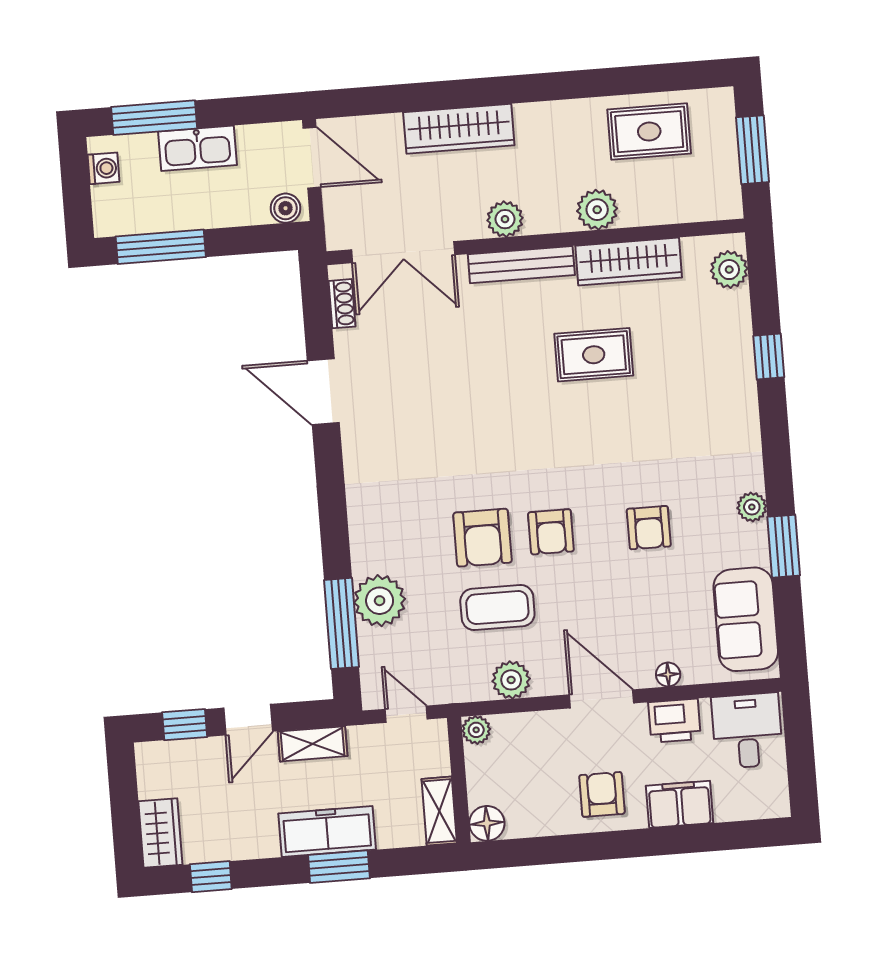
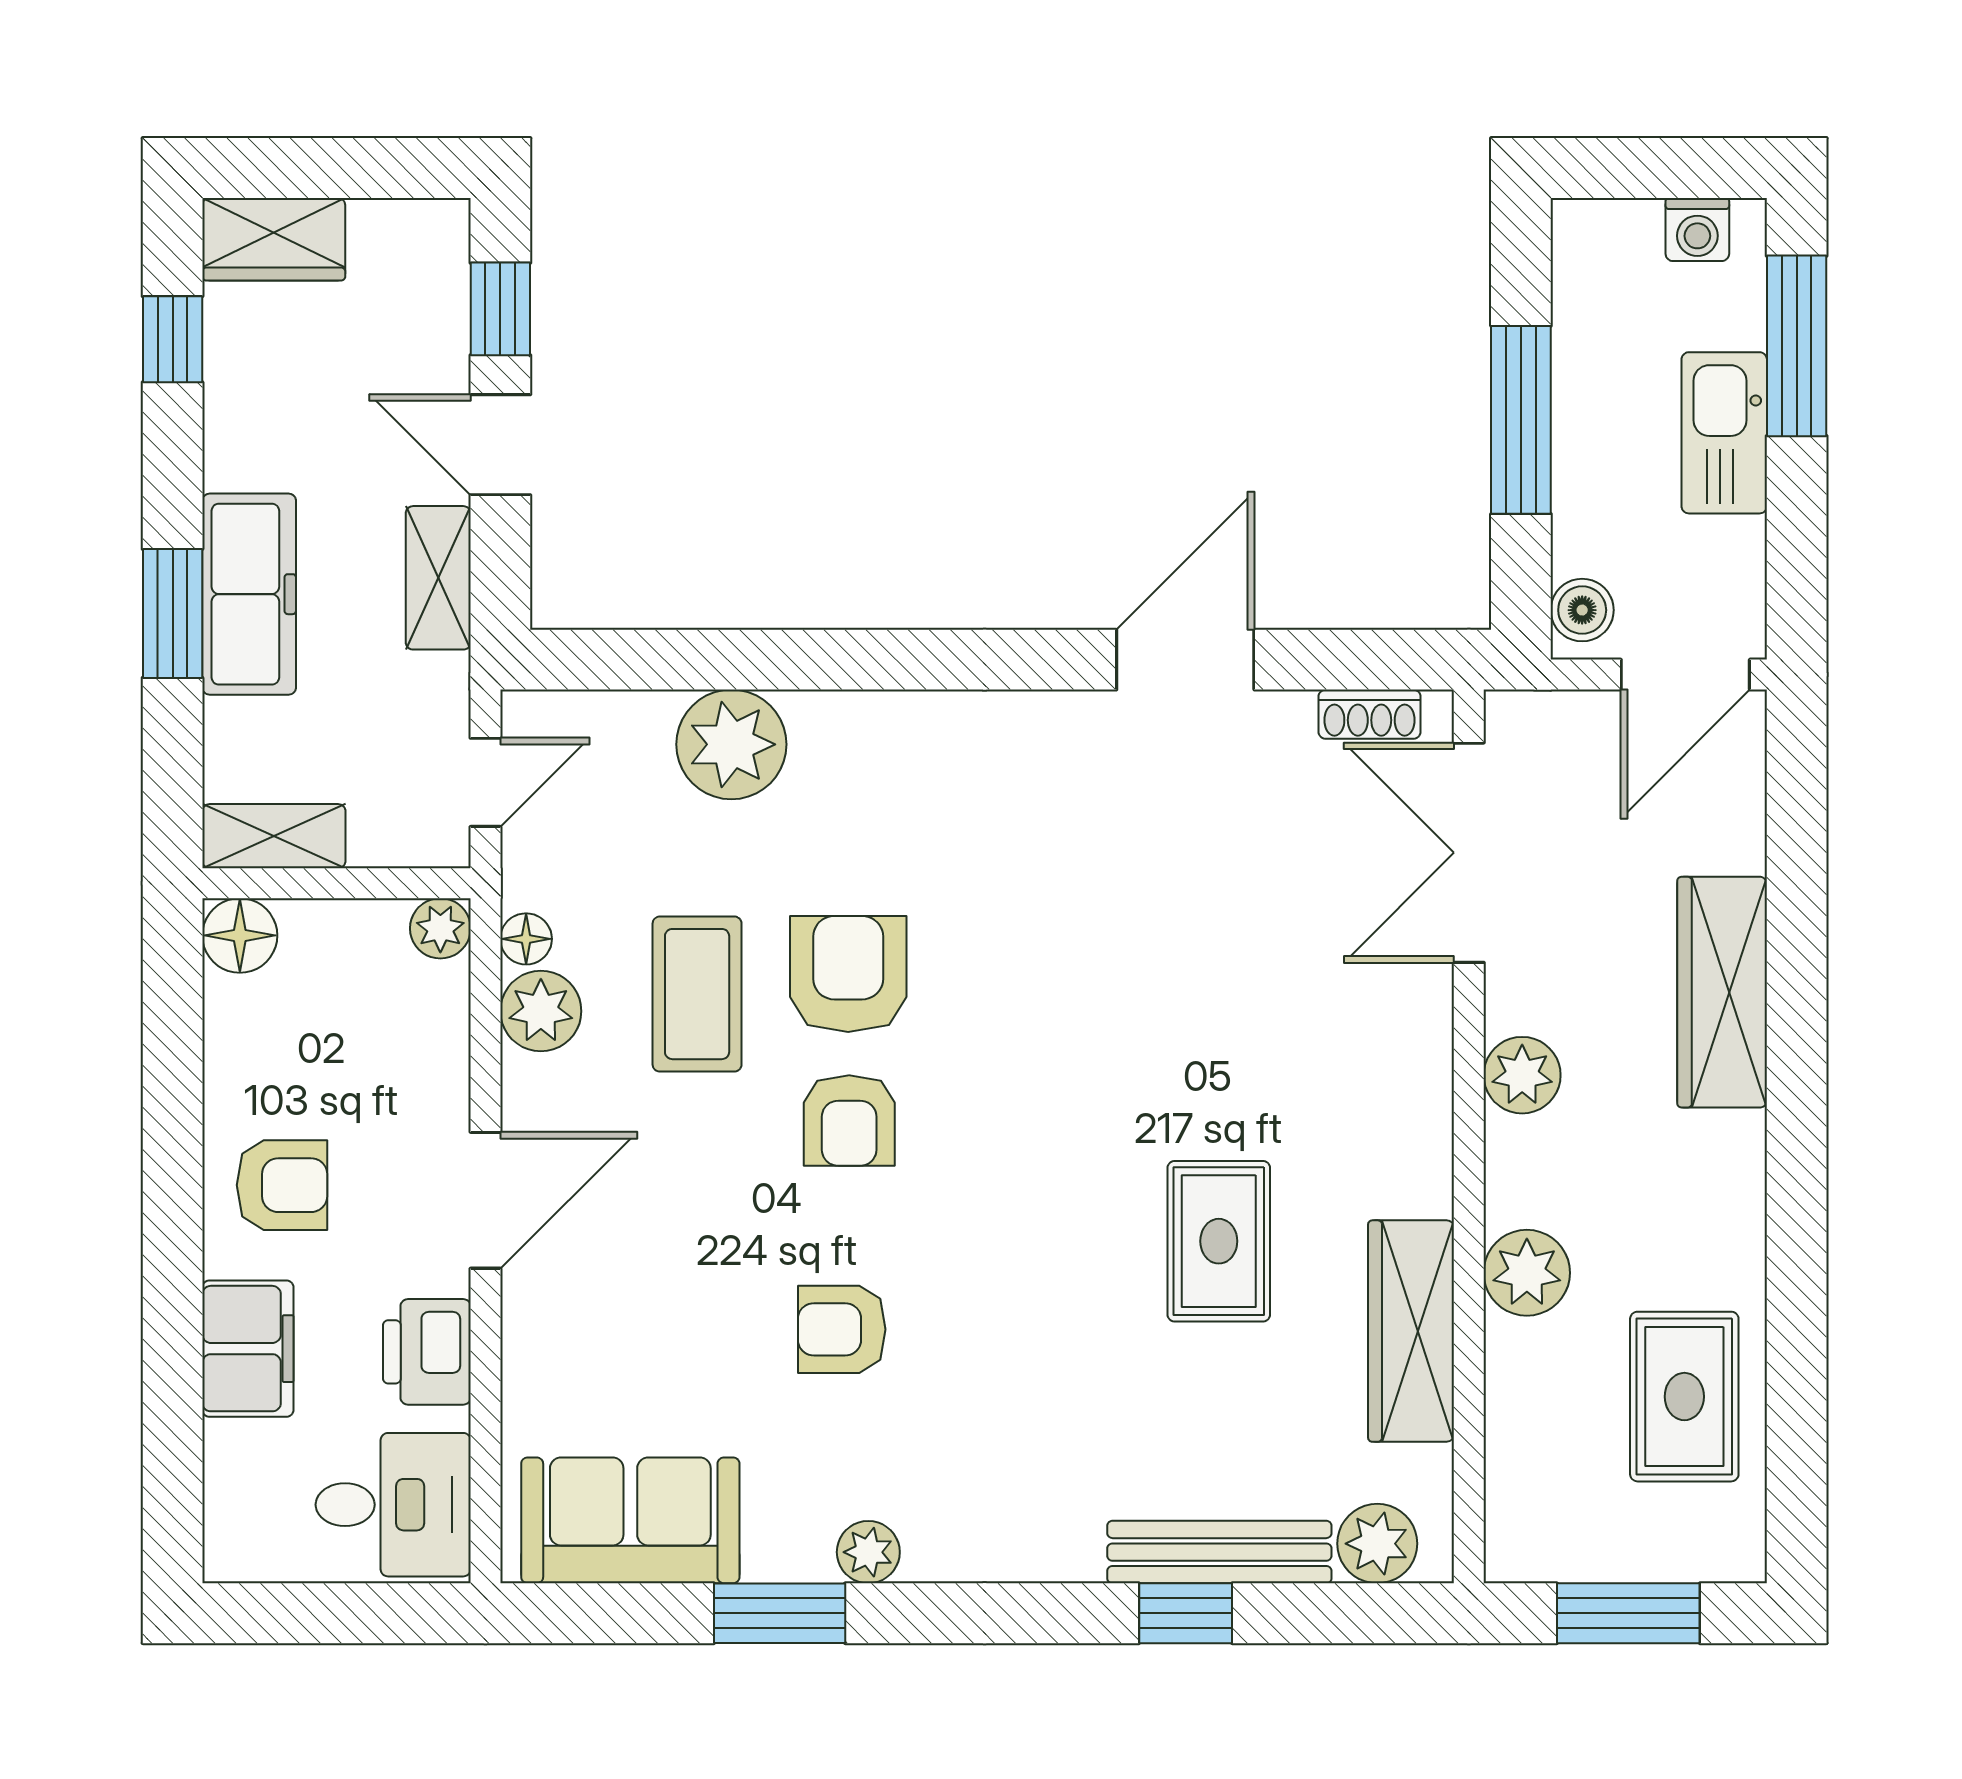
window: (161, 247) -> (1521, 420), moved
bench: (521, 265) -> (1219, 1552), moved, turned 90
armchair: (551, 532) -> (849, 1121), turned -90
armchair: (482, 538) -> (848, 974), turned 90
window: (342, 623) -> (689, 660), removed
floor lamp: (668, 674) -> (526, 939), moved

